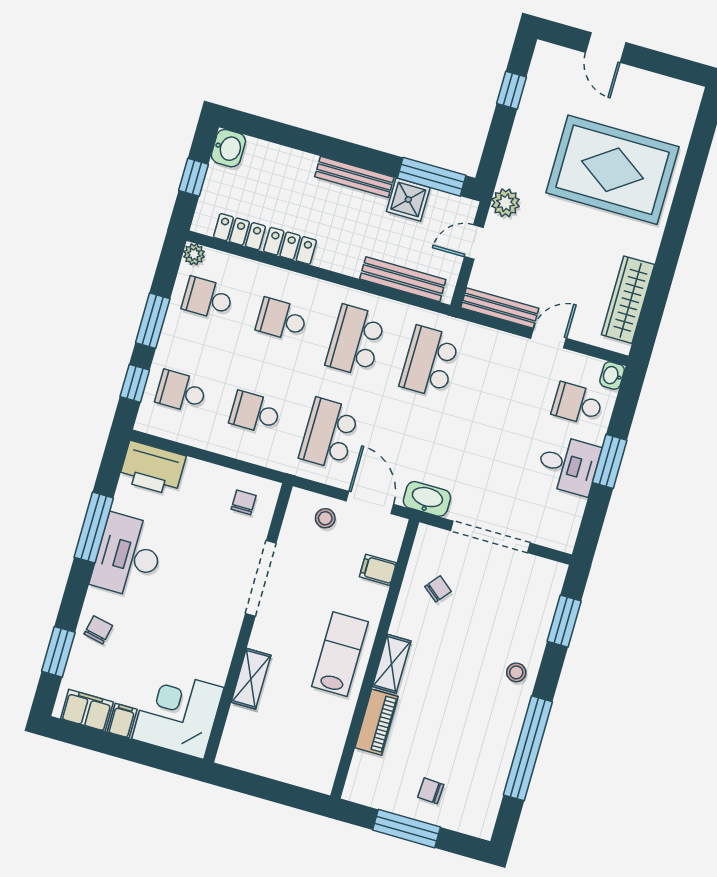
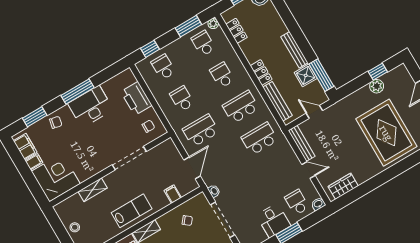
plant: (506, 203) -> (377, 86), moved
locker: (290, 246) -> (261, 72), moved
wardrobe: (628, 300) -> (343, 186), width x0.67
window: (153, 321) -> (188, 26), moved
printer: (152, 468) -> (136, 98), moved
washbasin: (427, 499) -> (214, 191), width x0.52, depth x0.69
stool: (325, 518) -> (75, 227), moved
window: (94, 528) -> (77, 92), moved

